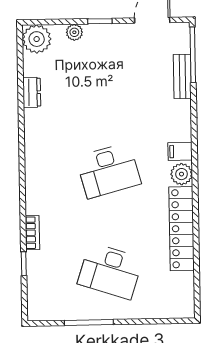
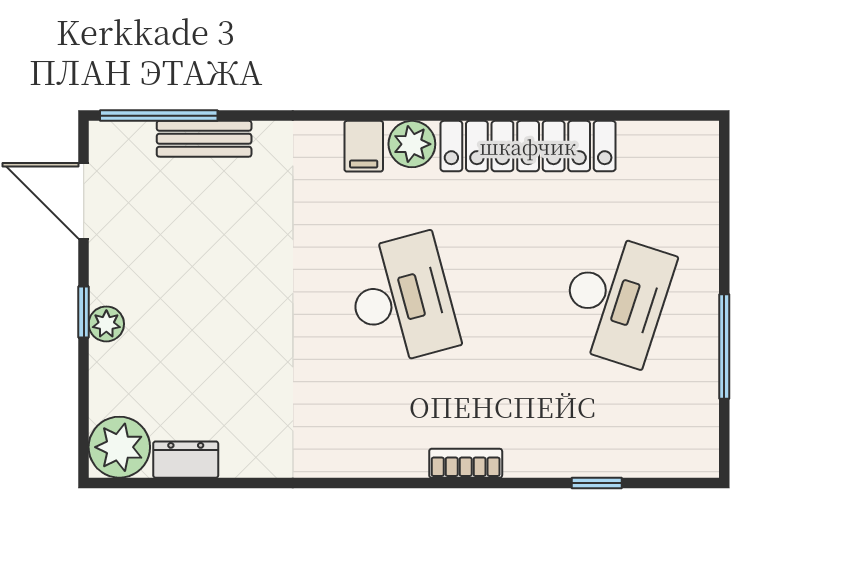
plant: (74, 32) -> (106, 324), moved
dresser: (32, 92) -> (186, 460), moved
bookcase: (32, 233) -> (466, 463), moved

